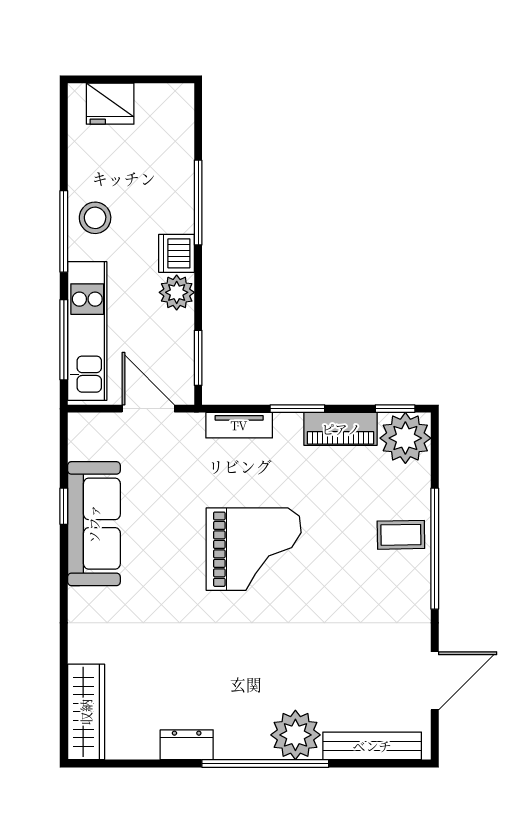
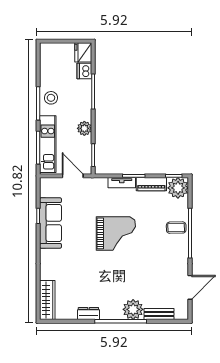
fridge: (110, 104) -> (83, 52), moved, turned 90
dishwasher: (176, 253) -> (84, 71), moved
tv unit: (239, 425) -> (122, 183), moved
bench: (372, 746) -> (159, 314), width x0.73

